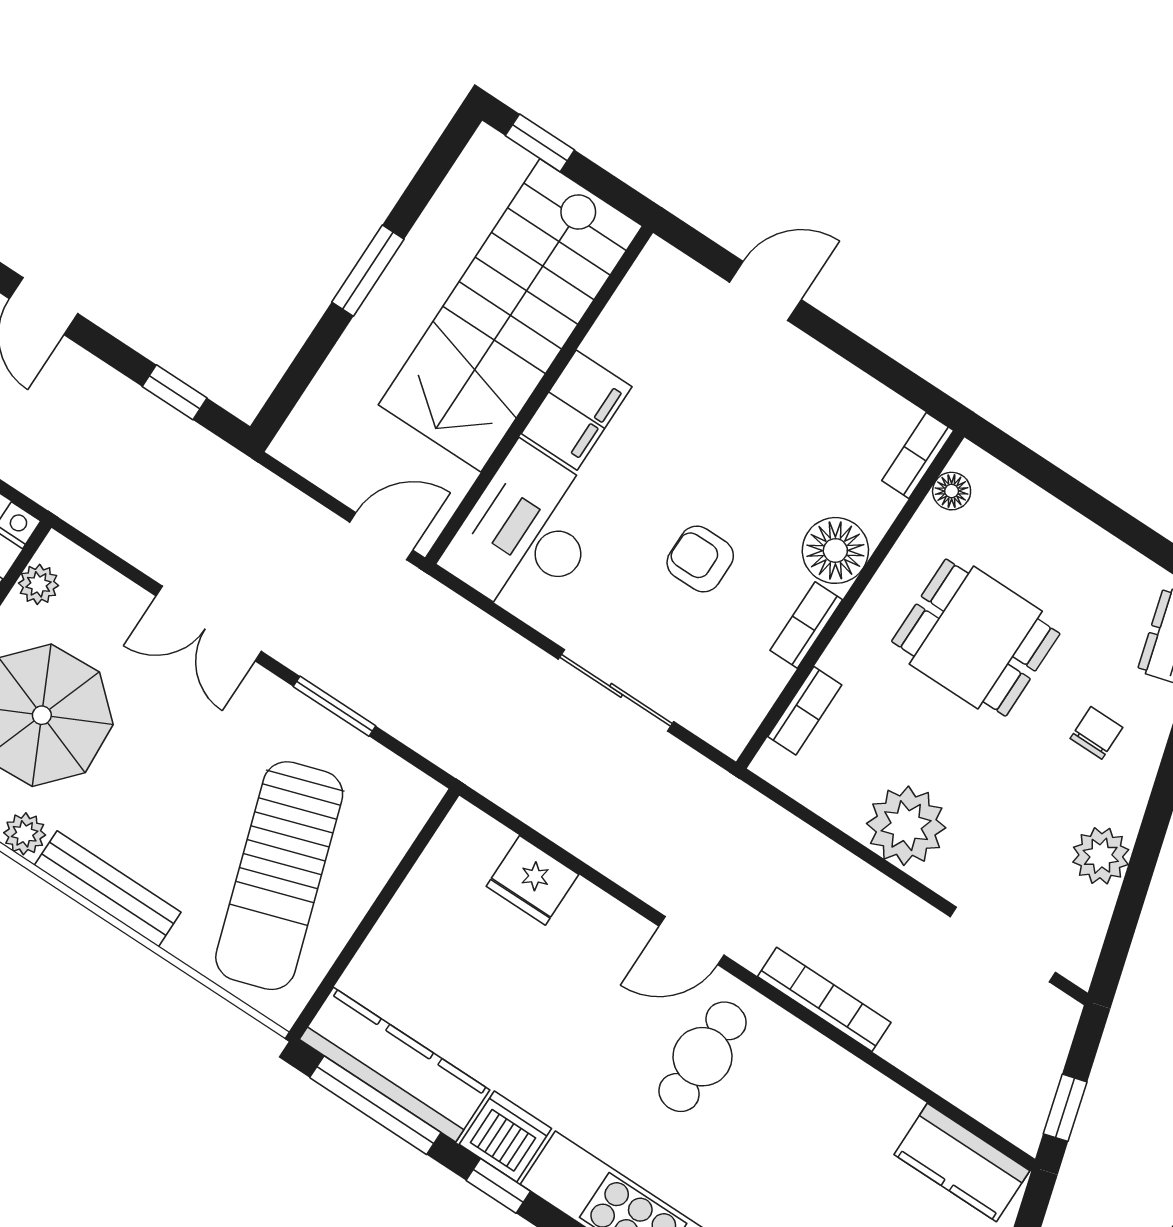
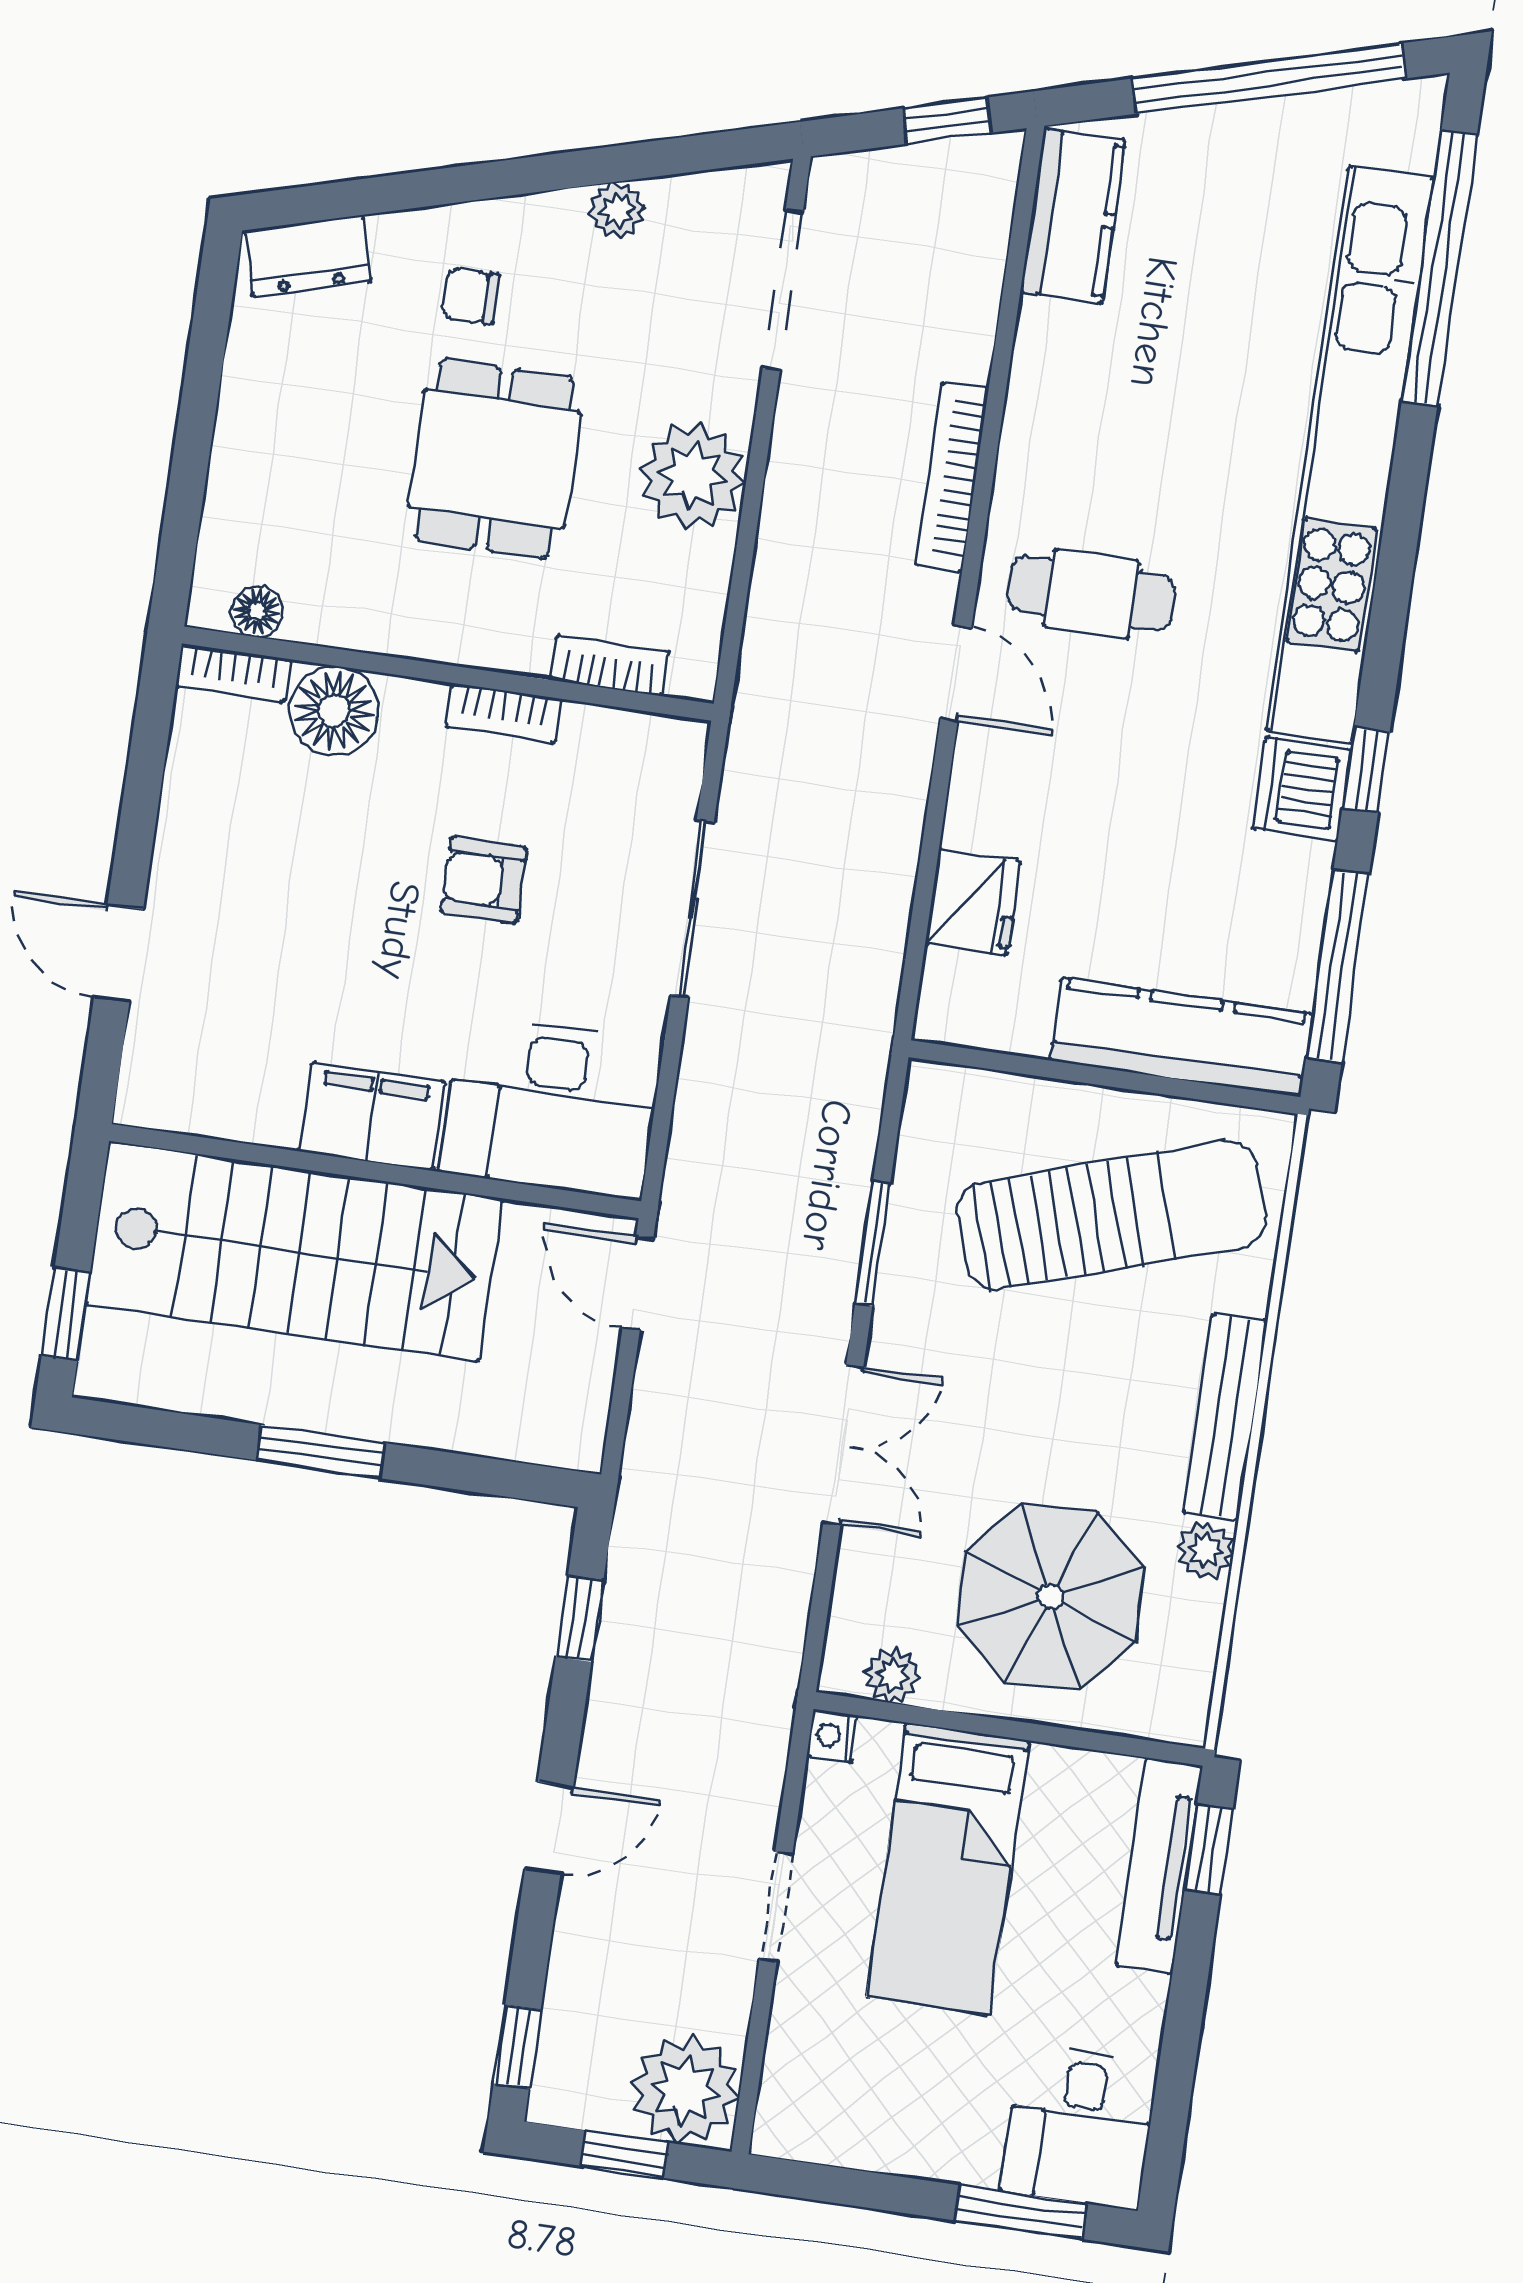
floor lamp: (835, 550) -> (334, 711), moved
armchair: (700, 559) -> (484, 880), turned 90
dining table: (976, 638) -> (494, 459), moved
plant: (1101, 856) -> (617, 210), width x0.73, depth x0.73
kitchen counter: (394, 1065) -> (1181, 1037), moved, turned 90

